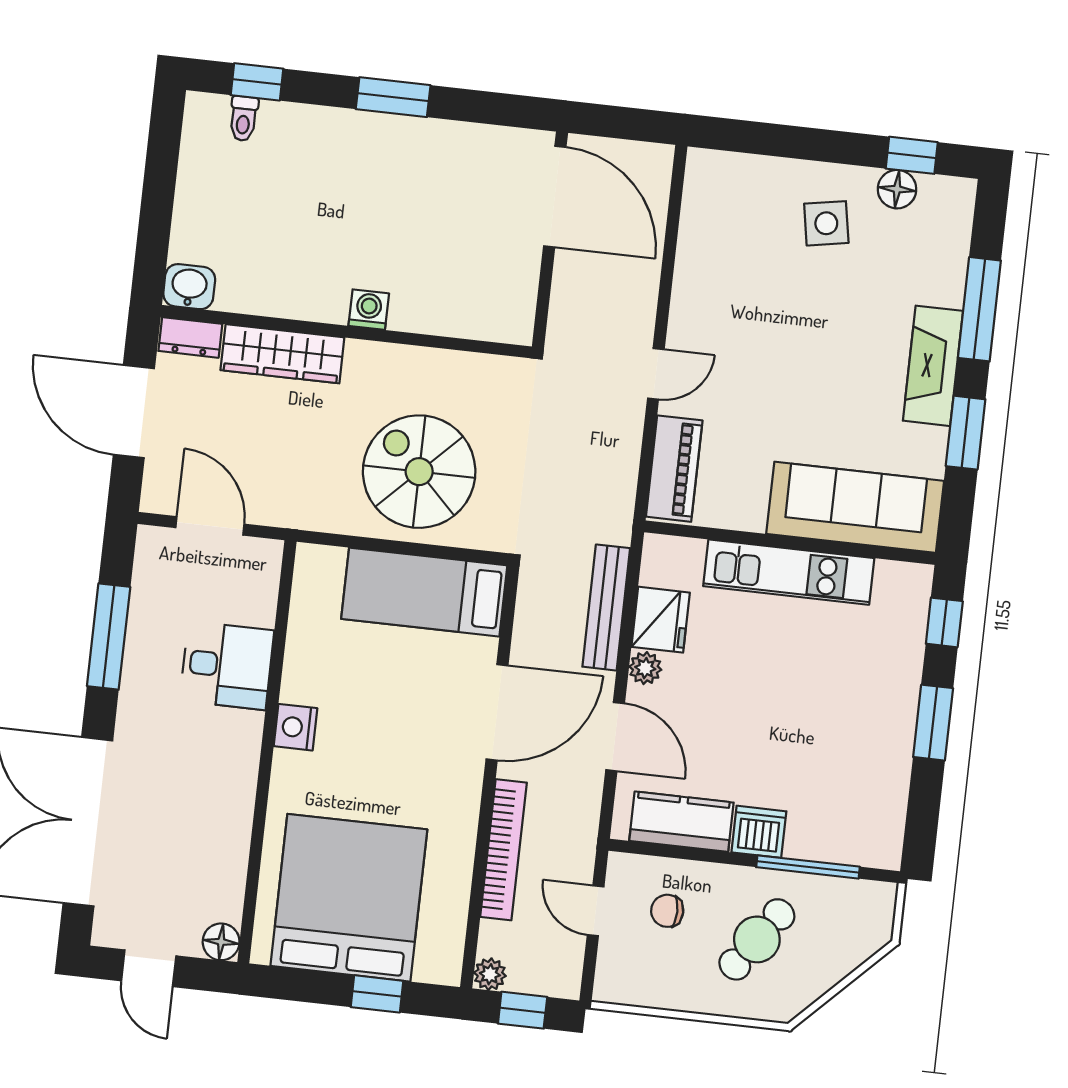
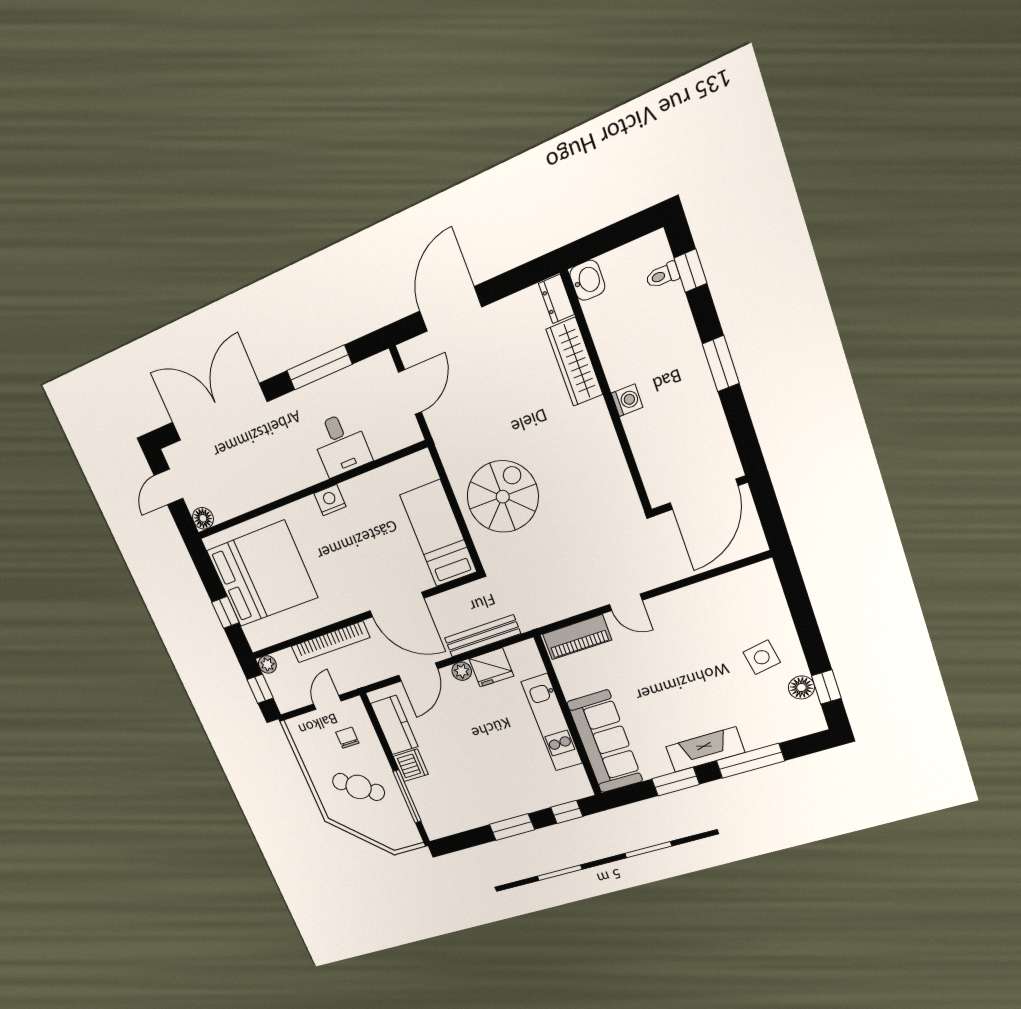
washbasin: (189, 287) -> (587, 280), moved
washing machine: (369, 310) -> (627, 400), moved
wall: (346, 332) -> (607, 394), moved
dresser: (190, 337) -> (556, 299), moved
wardrobe: (282, 354) -> (575, 362), moved

